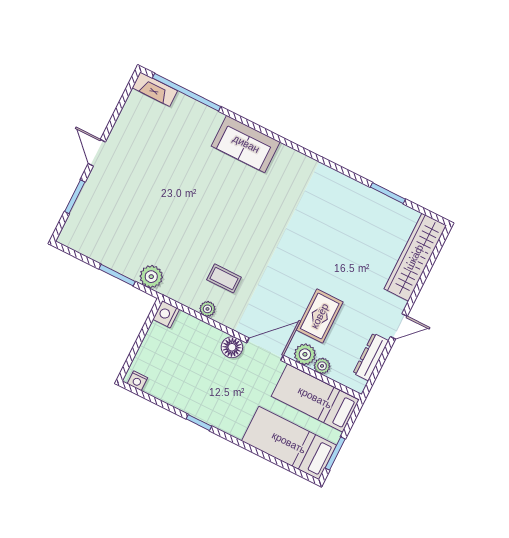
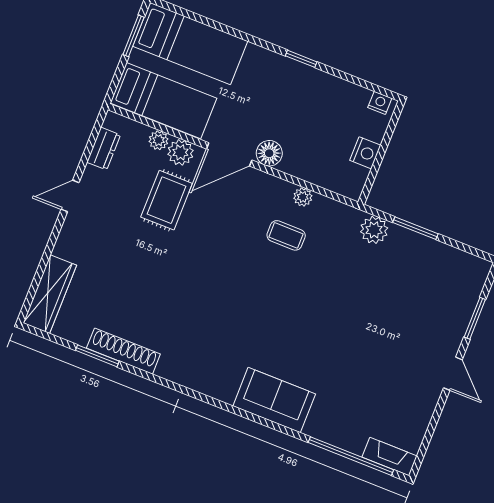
shoe rack: (366, 195) -> (123, 351), added
wardrobe: (415, 257) -> (50, 294), width x0.71, depth x0.85
nightstand: (166, 314) -> (365, 153), moved
dresser: (371, 357) -> (104, 149), width x0.70

